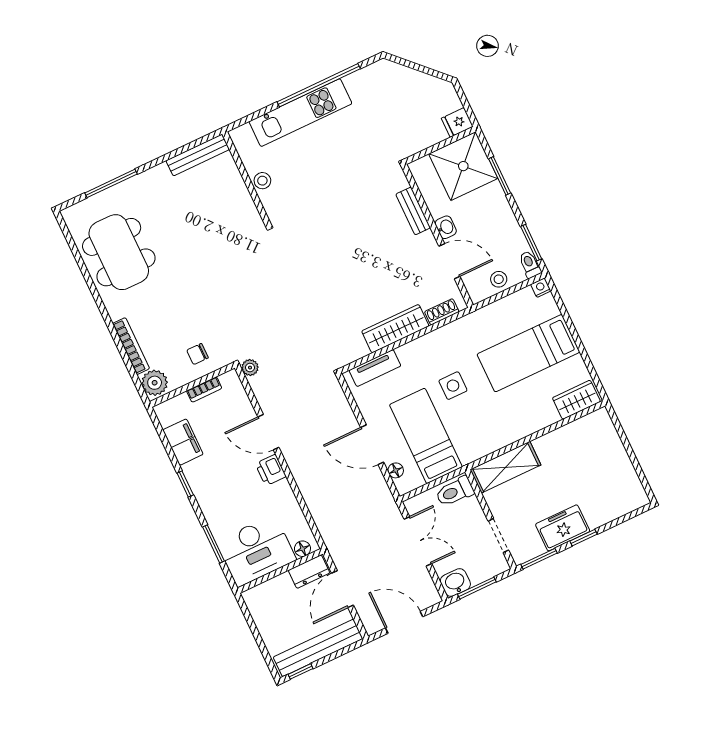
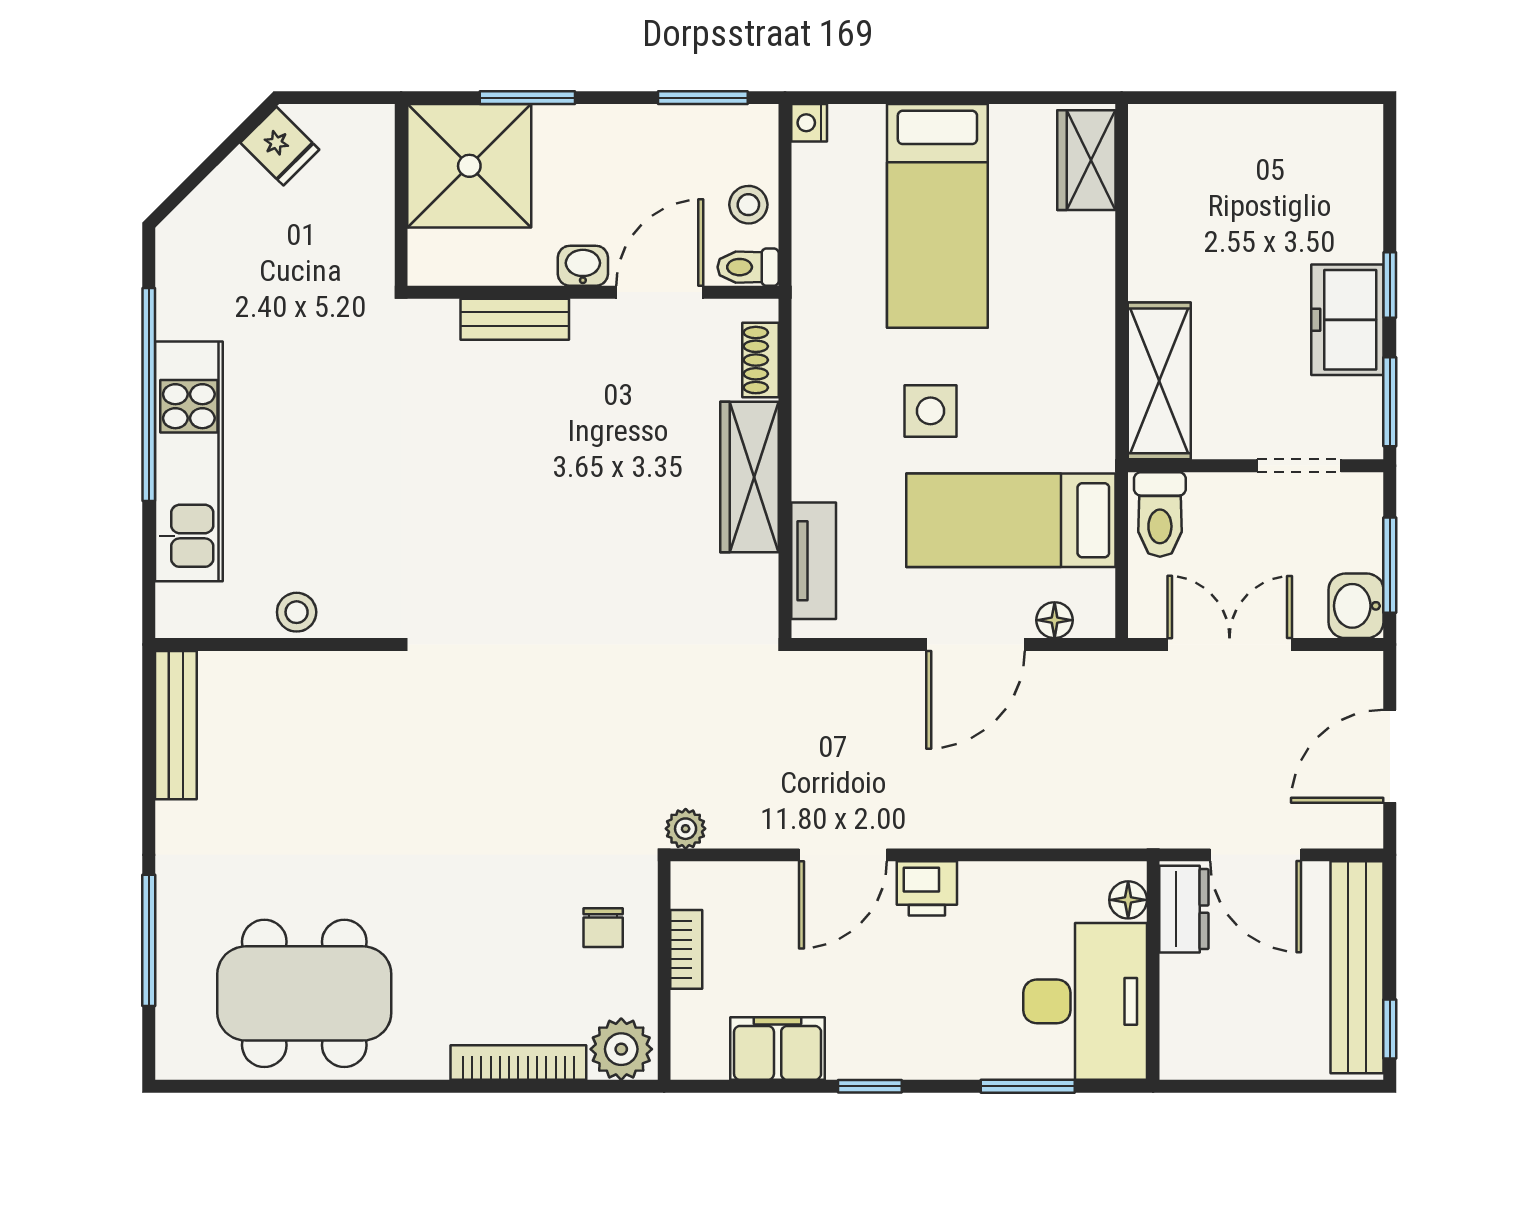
fridge: (457, 122) -> (280, 146), moved, turned -45
toilet: (530, 264) -> (748, 267), moved

